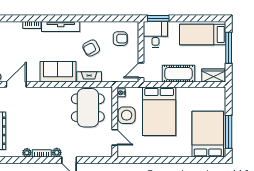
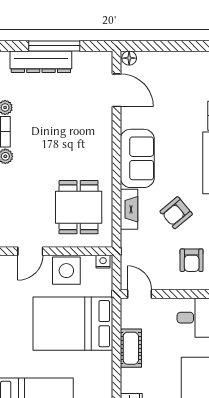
armchair: (91, 48) -> (176, 213), turned -102
cot: (178, 74) -> (131, 348), width x0.73, depth x0.75
dining table: (88, 108) -> (79, 207), width x0.73

